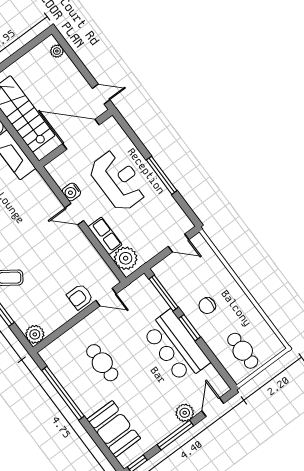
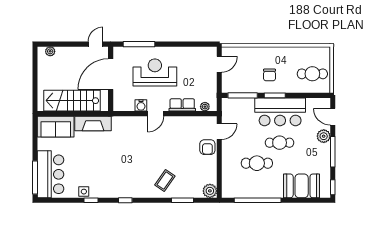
window: (162, 175) -> (139, 44), moved
plant: (126, 258) -> (205, 107), width x0.53, depth x0.53
cafe table: (142, 371) -> (280, 143), added

